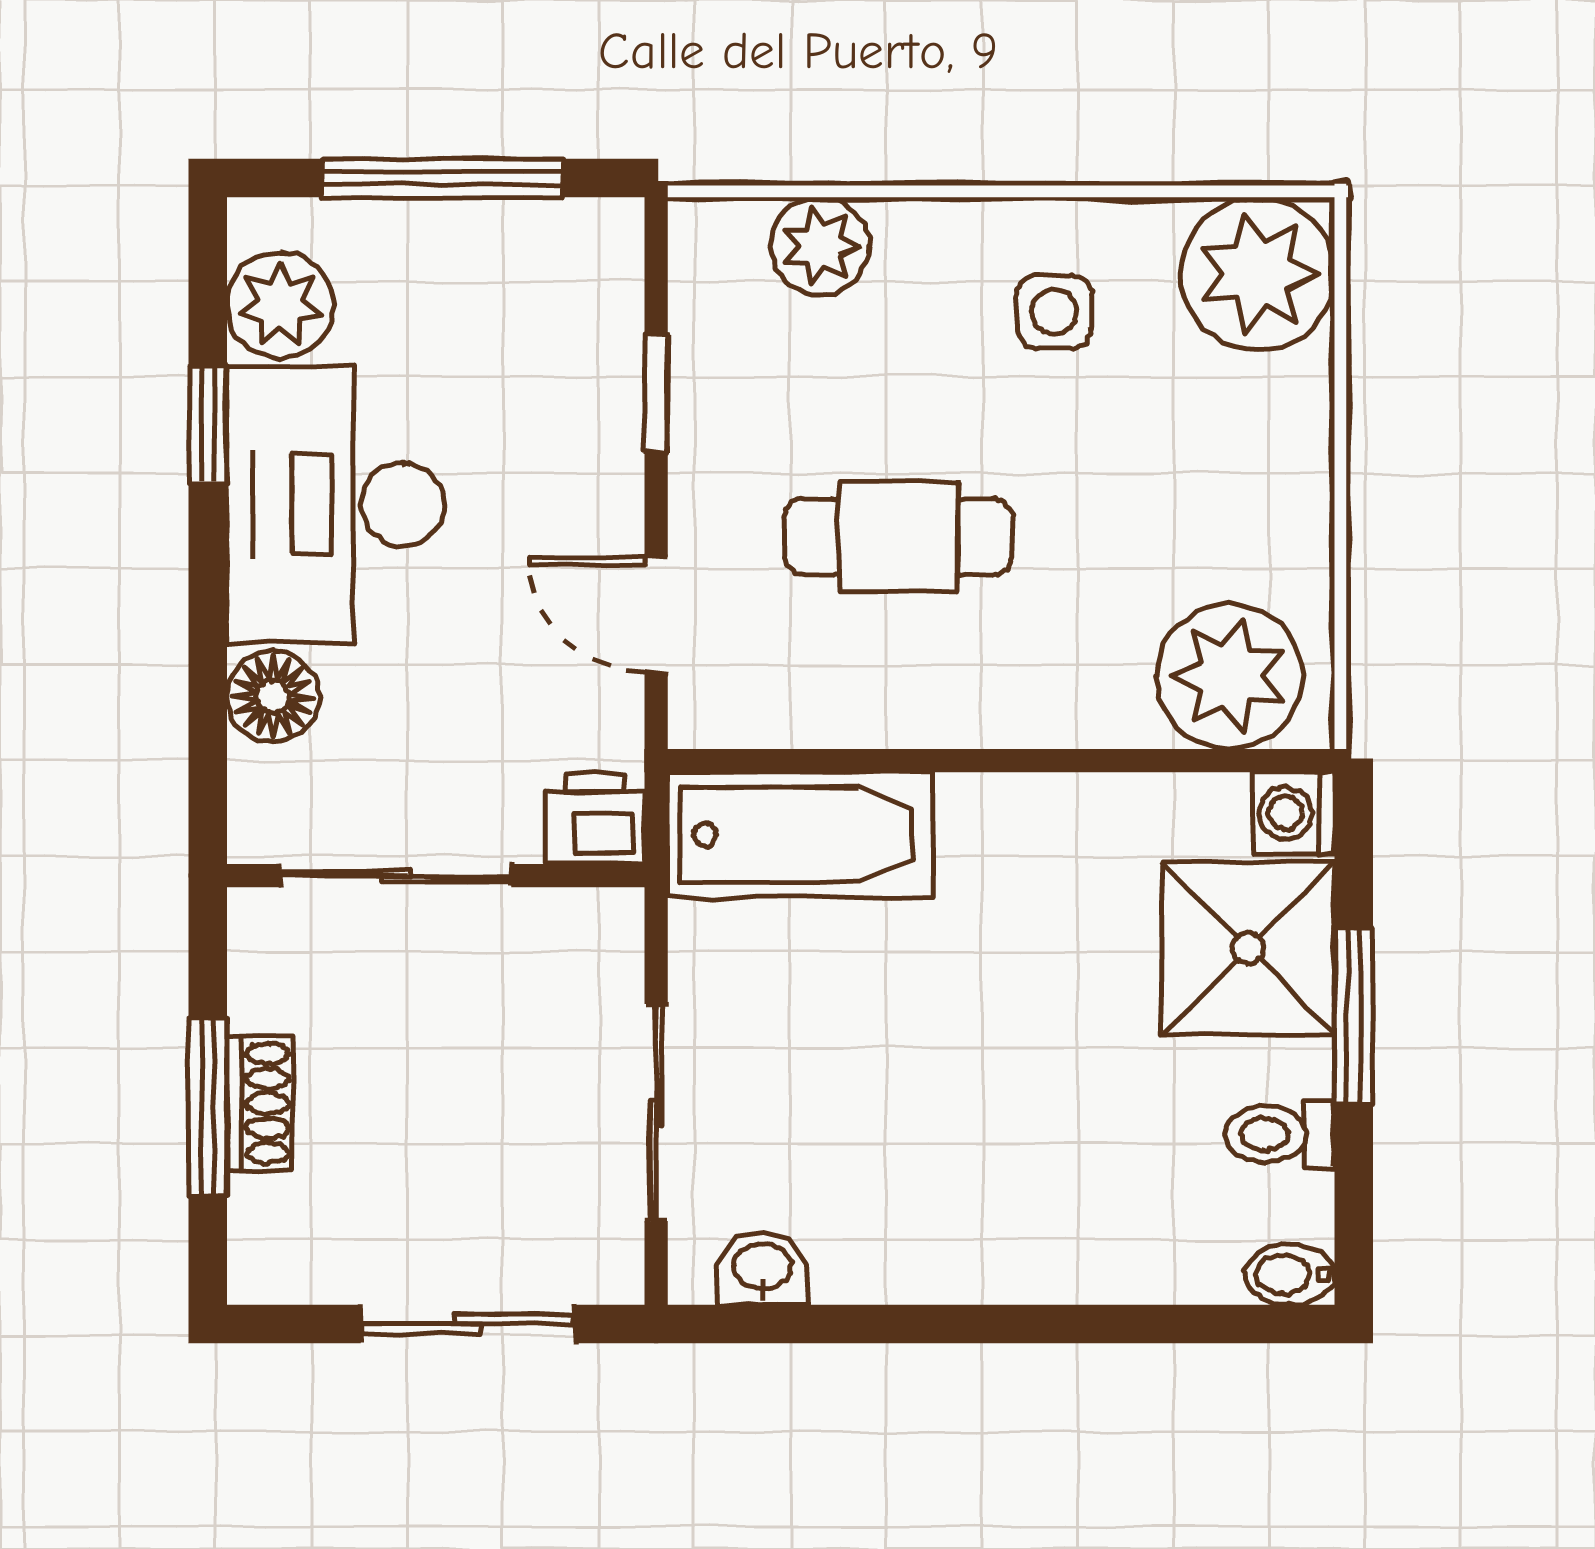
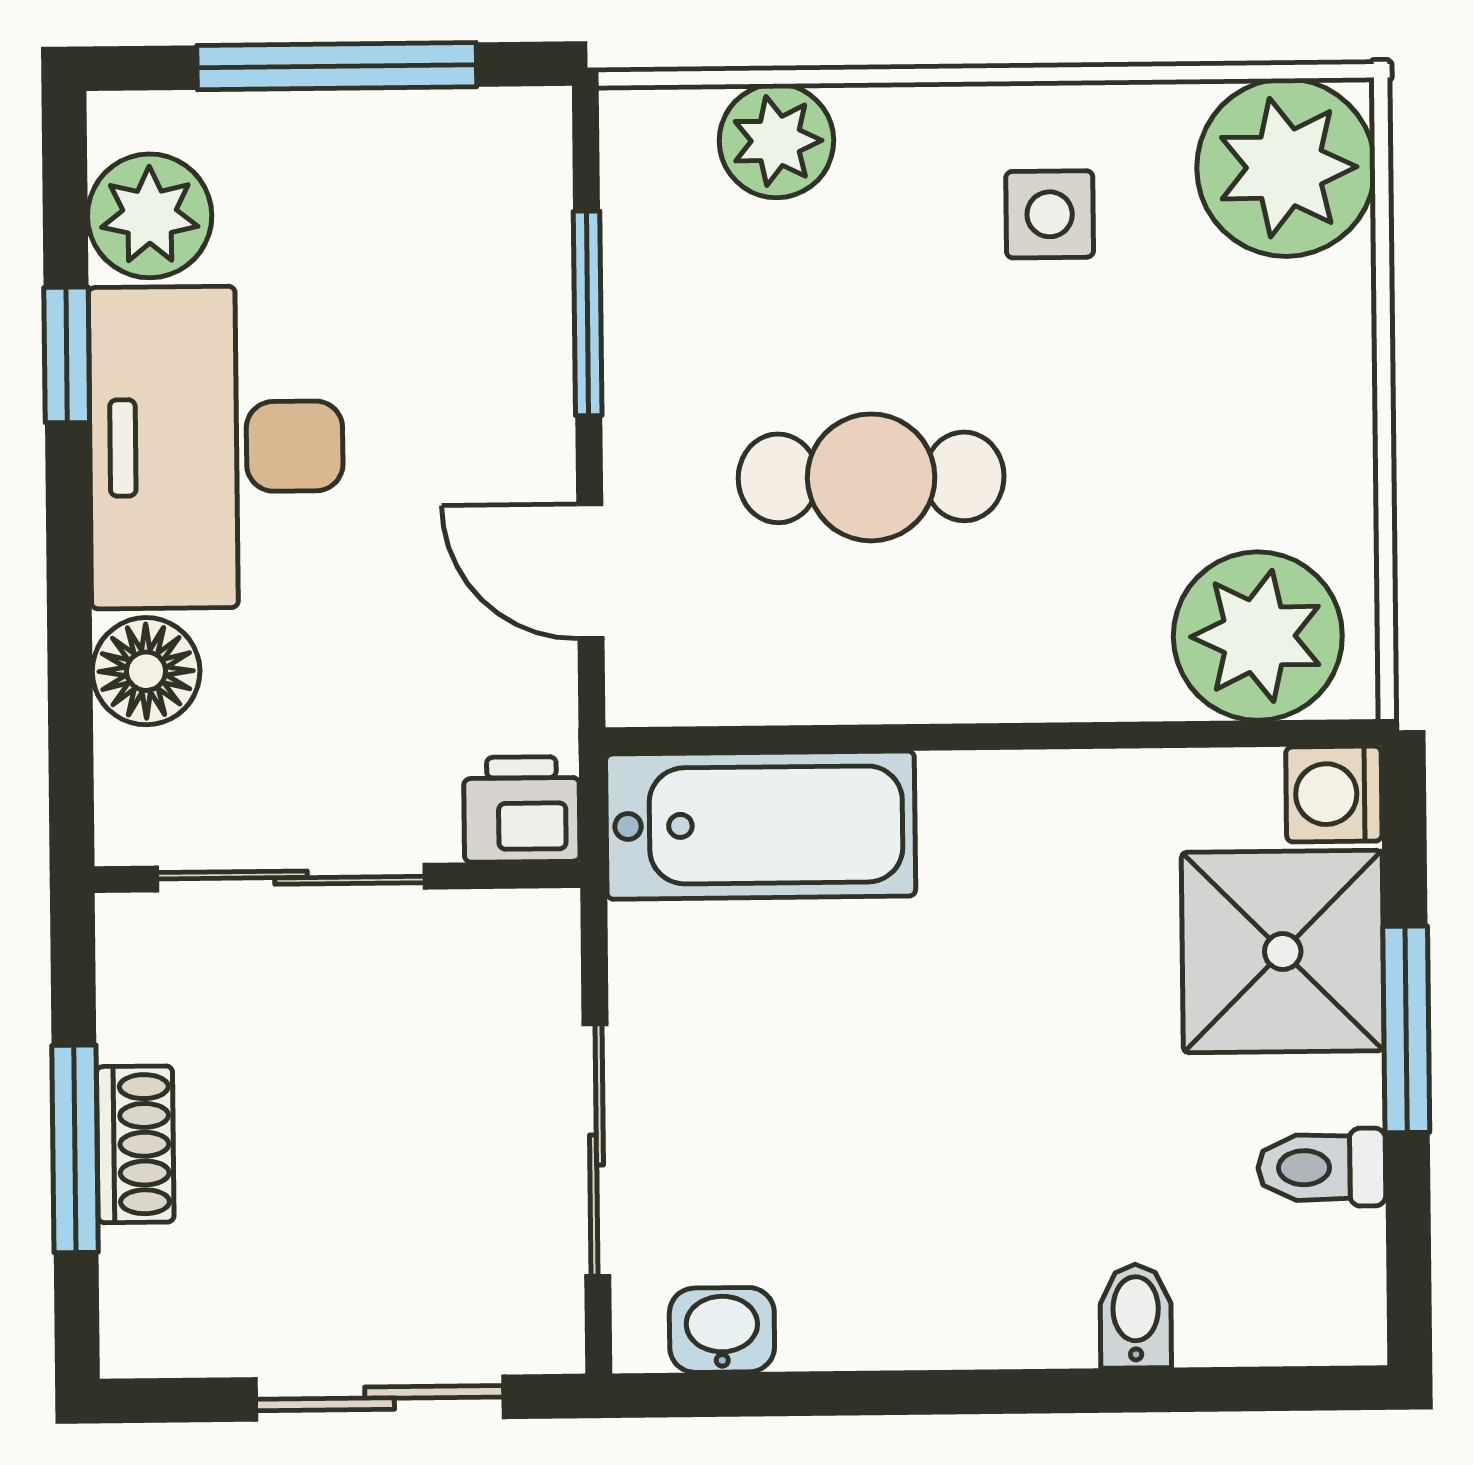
window: (656, 393) -> (588, 313), width x1.50
bidet: (1290, 1274) -> (1136, 1316), moved, turned 90

